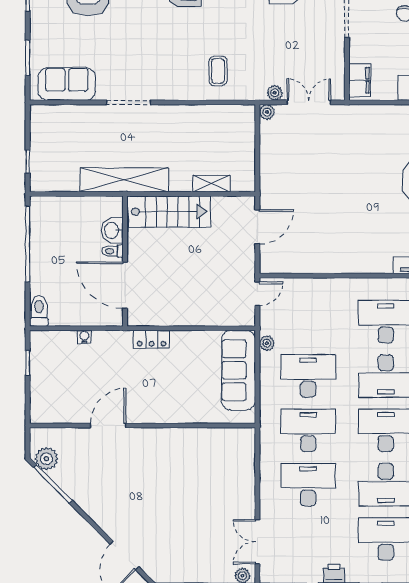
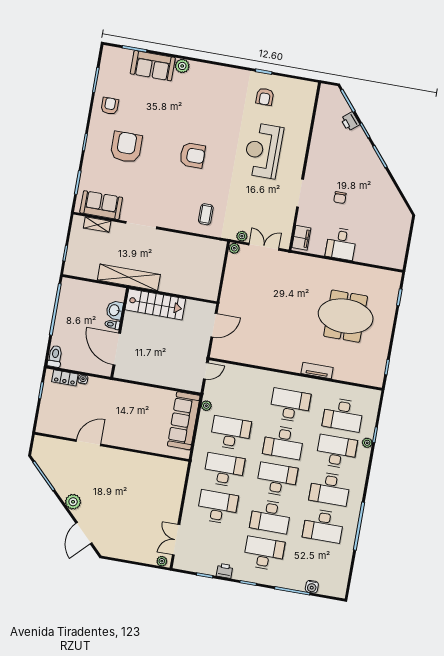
shelving: (211, 184) -> (97, 225), moved
locker: (152, 339) -> (65, 378), moved
plant: (46, 459) -> (73, 502), moved

